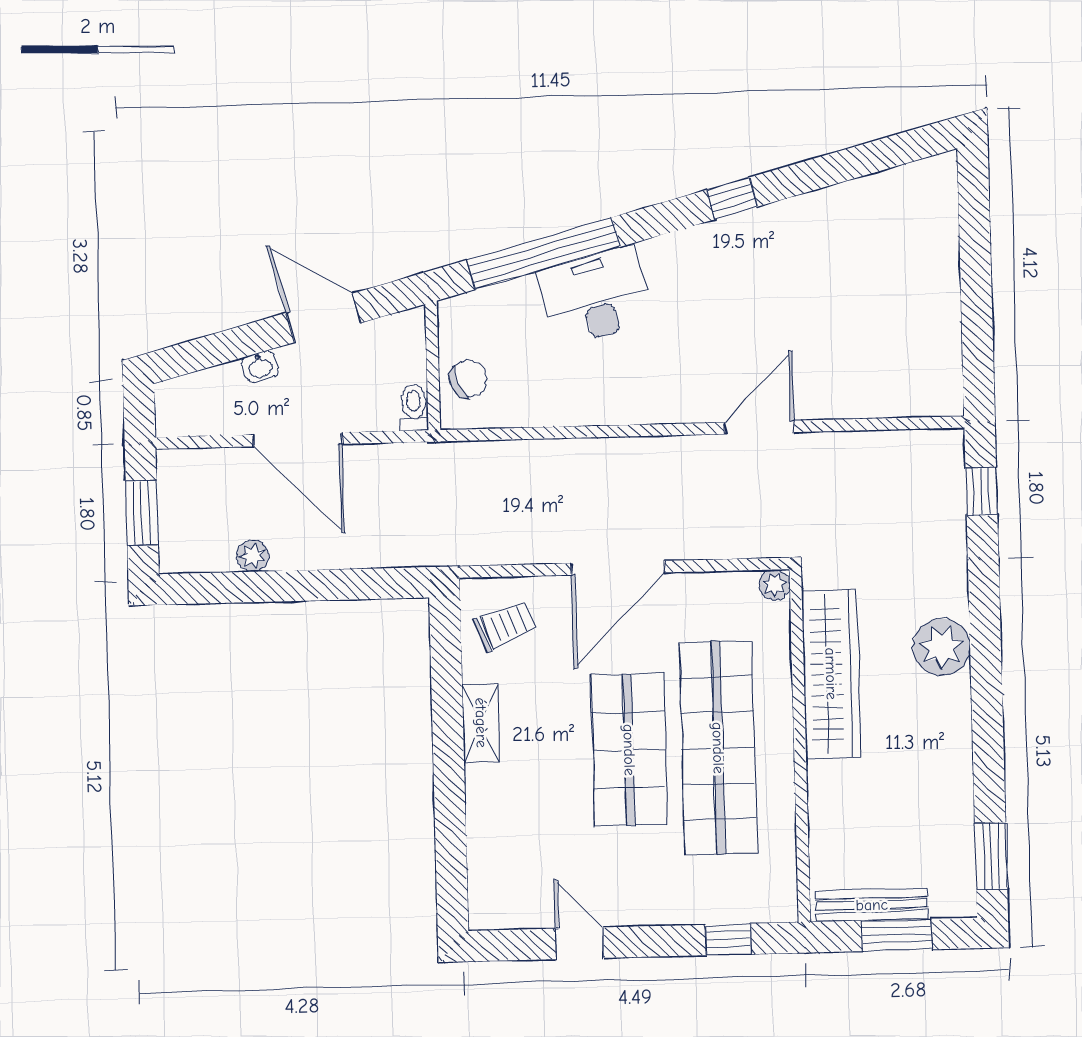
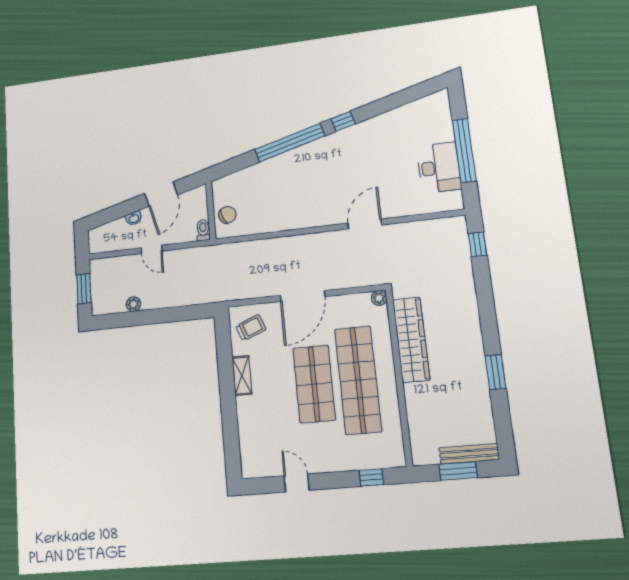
window: (544, 253) -> (290, 143), moved
window: (976, 291) -> (464, 150), added
desk: (595, 296) -> (439, 168), moved, turned 105
door: (323, 318) -> (161, 194), swing flipped
door: (297, 439) -> (152, 249), width x0.53
plant: (942, 647) -> (466, 322), removed
window: (991, 856) -> (496, 372), moved
bench: (872, 905) -> (469, 454), moved

